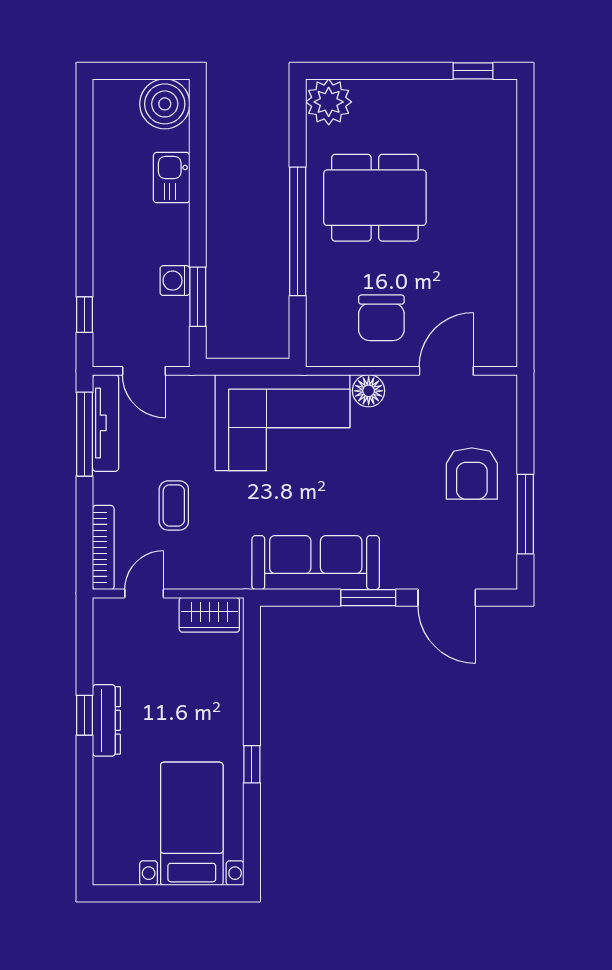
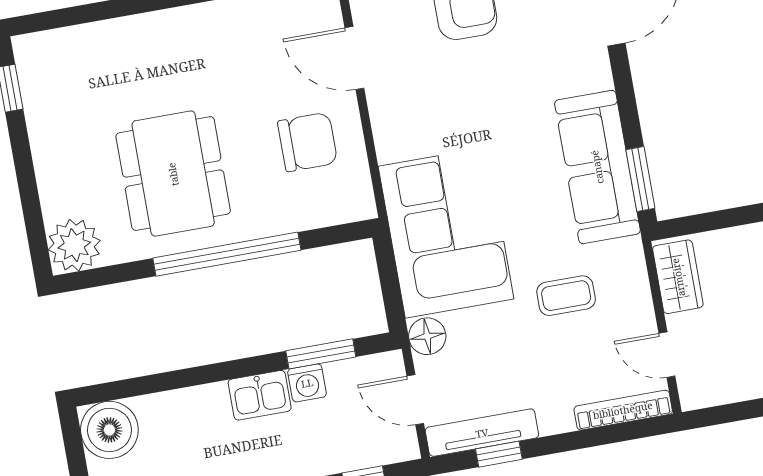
kitchen sink: (172, 178) -> (260, 395), moved
door: (144, 371) -> (415, 400), swing flipped
floor lamp: (369, 391) -> (427, 336), moved
window: (85, 434) -> (499, 454), width x0.46
coffee table: (174, 505) -> (566, 296), moved
window: (368, 598) -> (640, 179), moved

